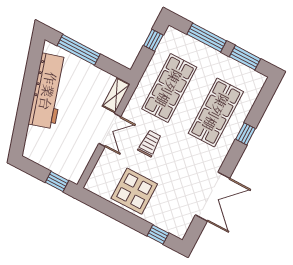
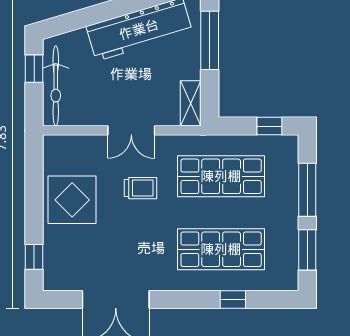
shelving: (116, 95) -> (191, 103), moved, turned 90
window: (246, 134) -> (233, 300), moved
bicycle: (56, 163) -> (56, 86), added
window: (57, 182) -> (34, 69), moved

